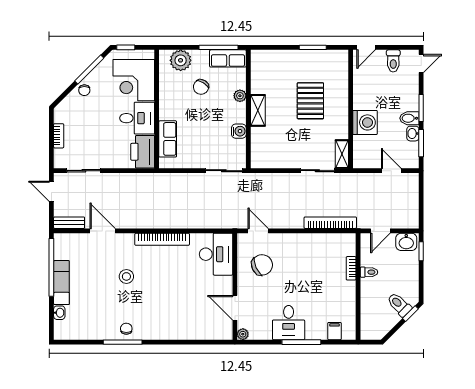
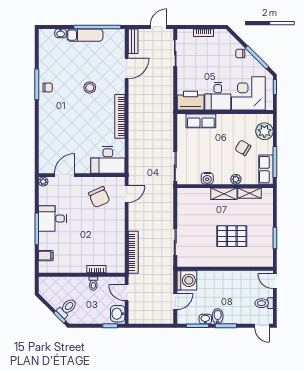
washing machine: (365, 122) -> (187, 280), moved, turned -90
shelving: (342, 154) -> (250, 193), moved

